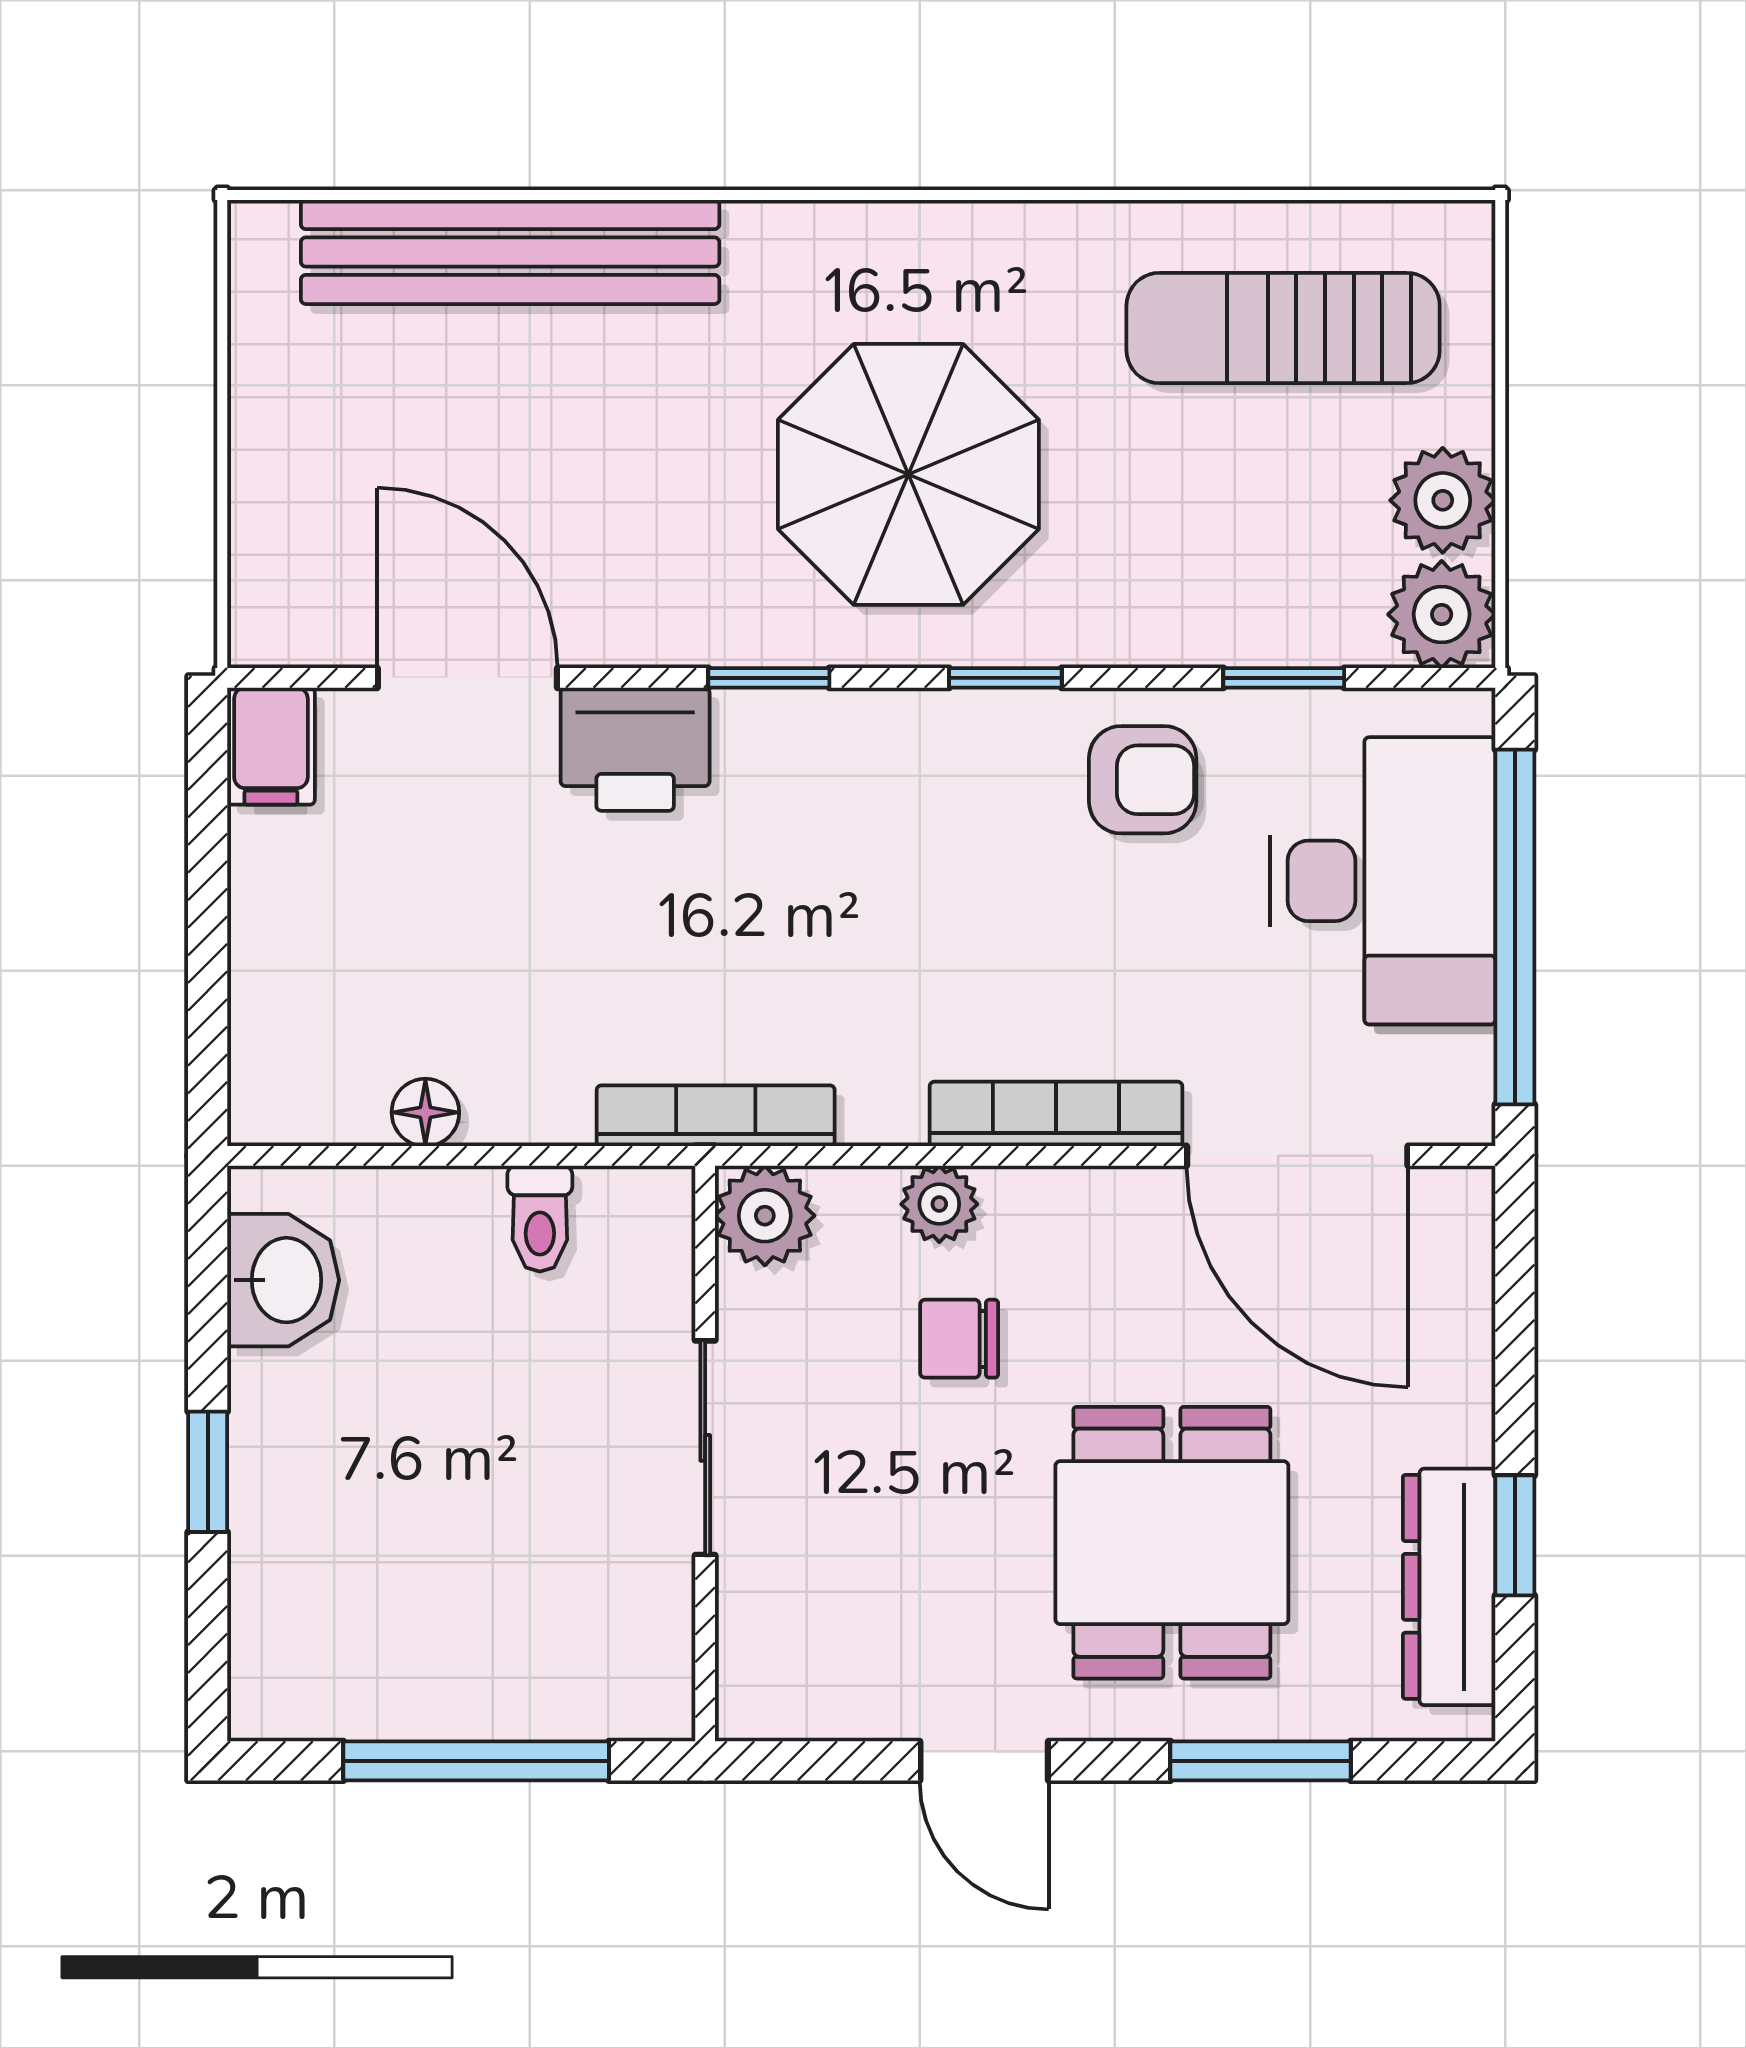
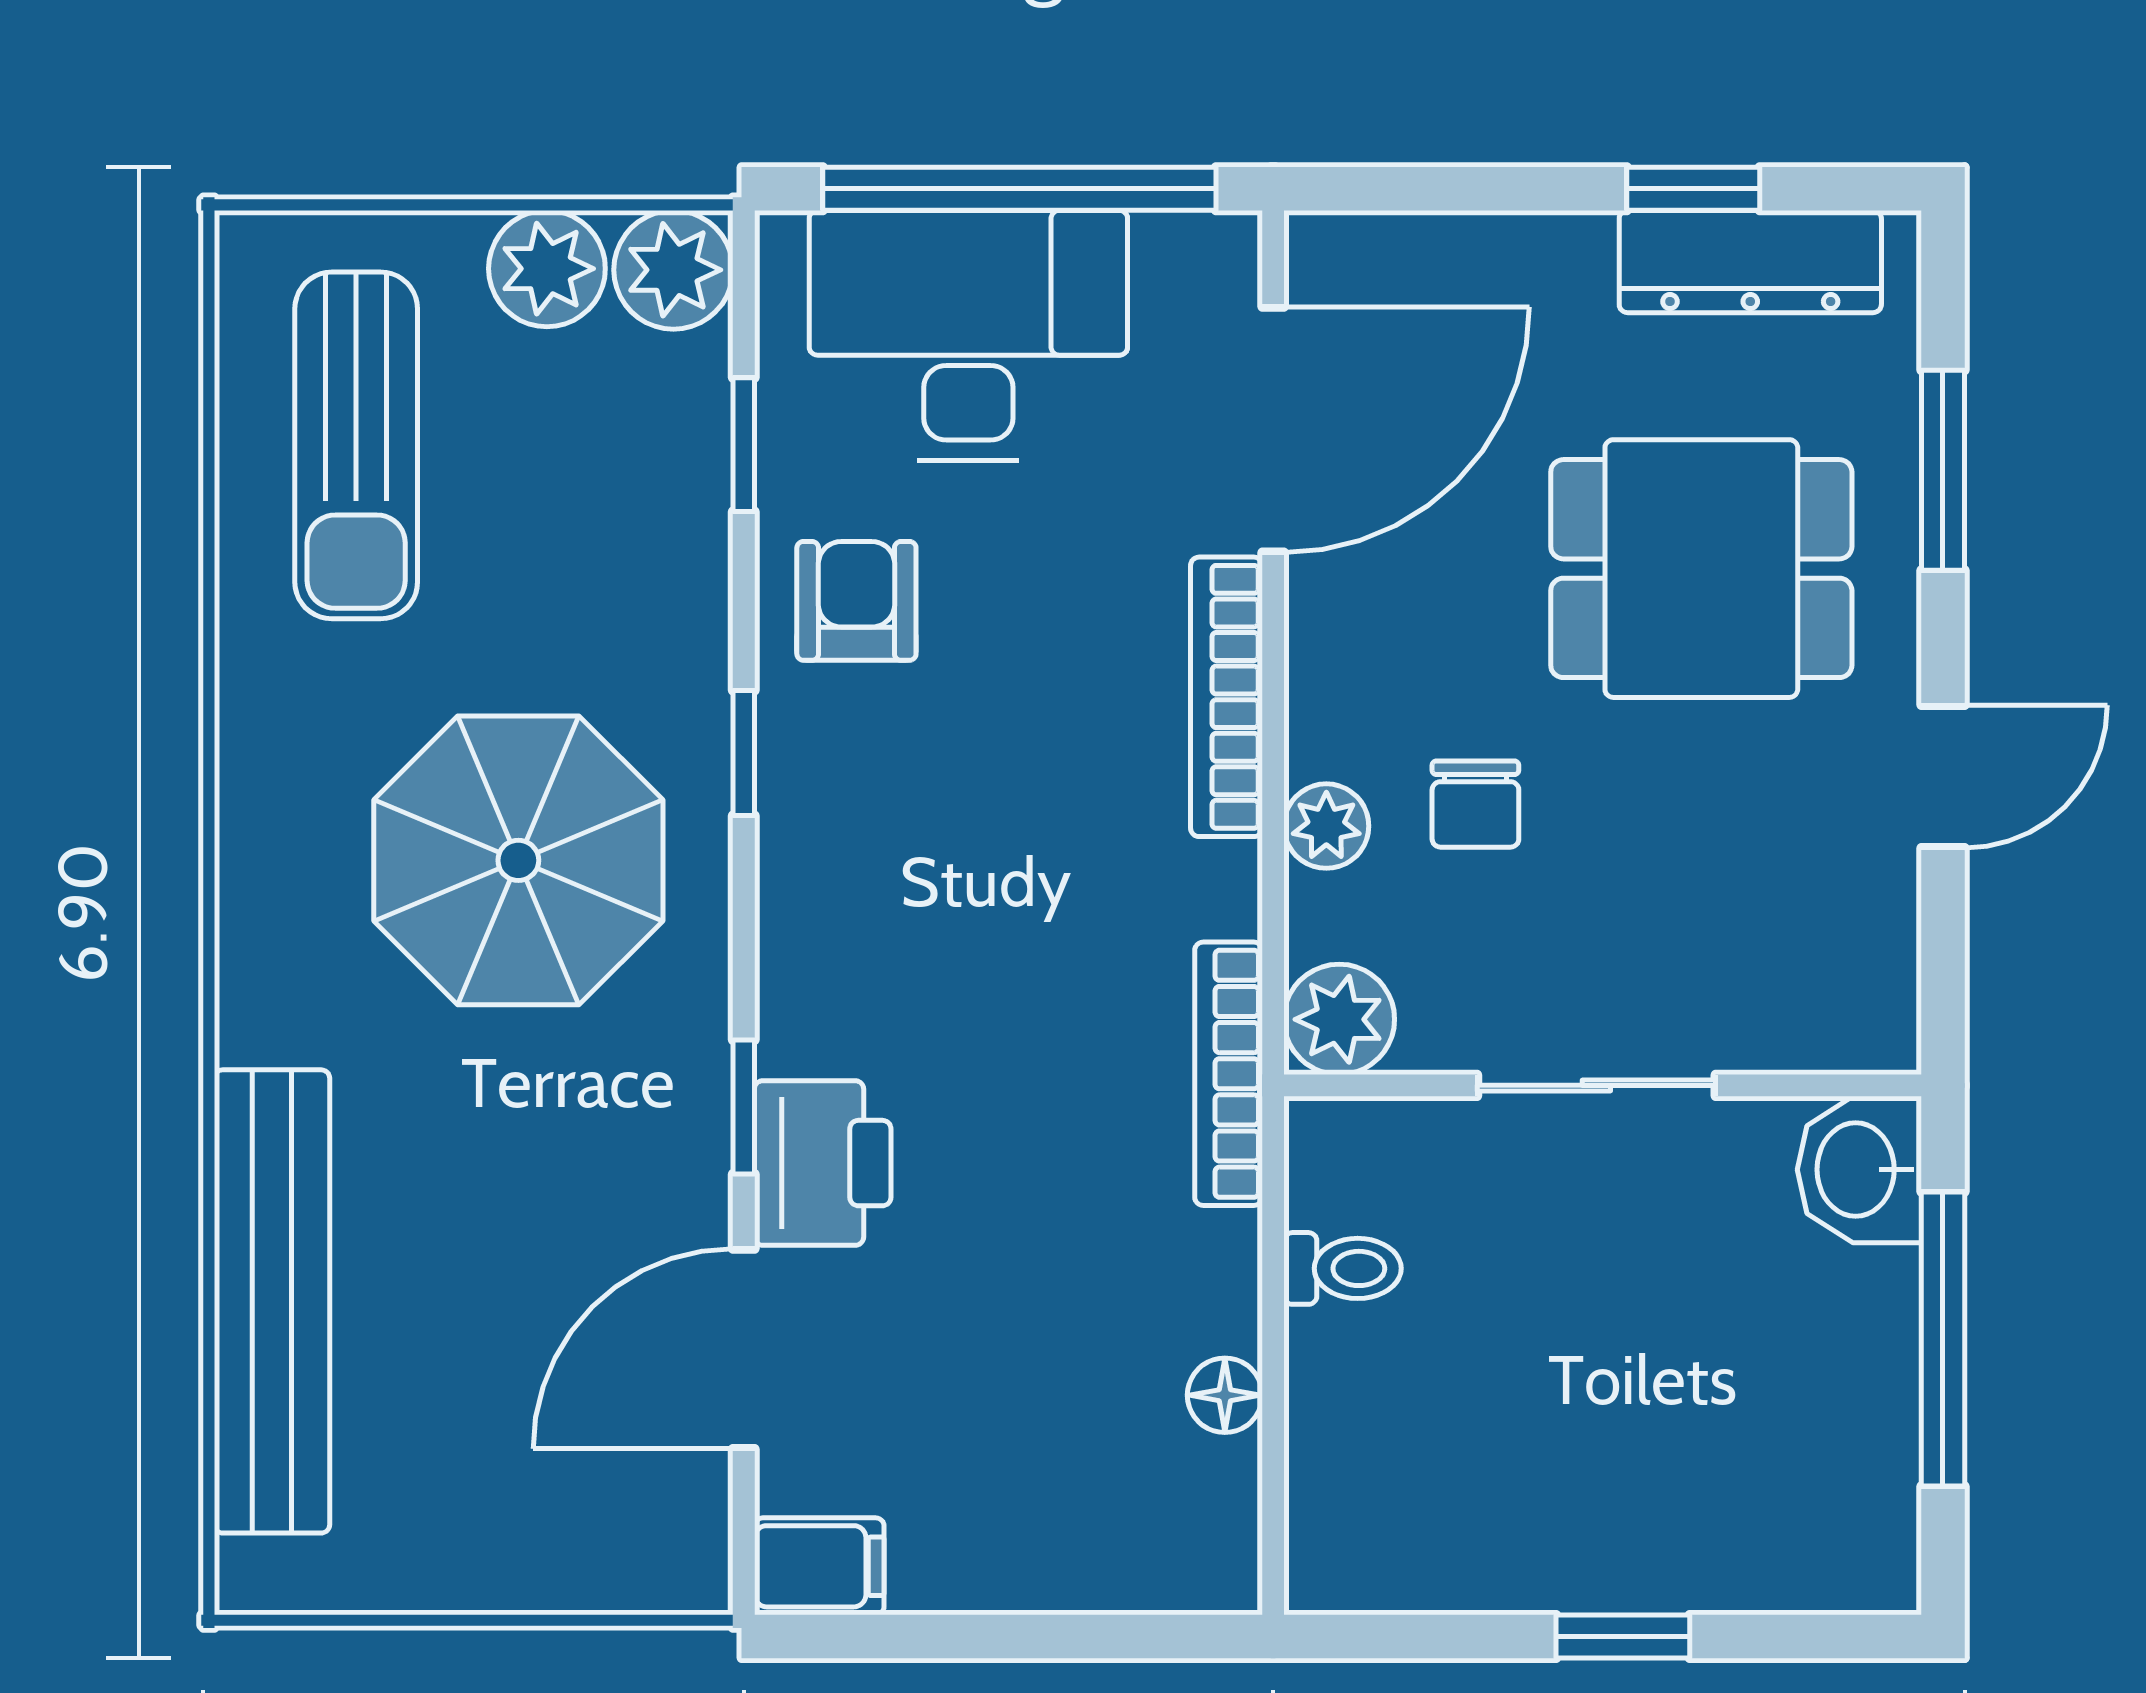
window: (769, 678) -> (744, 1107), moved
washbasin: (283, 1280) -> (1859, 1170), moved, turned -90

